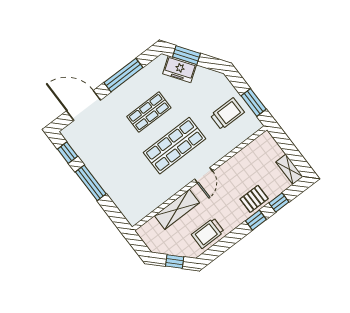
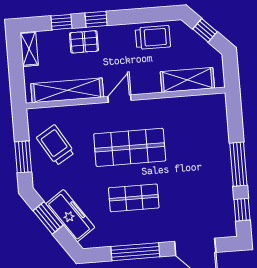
window: (186, 55) -> (48, 218), moved
freezer: (180, 69) -> (70, 216), width x1.40
window: (254, 102) -> (23, 157), moved
trolley: (227, 114) -> (56, 145), turned 59
shelving: (244, 157) -> (67, 90), added
shelving: (177, 209) -> (187, 80), moved

